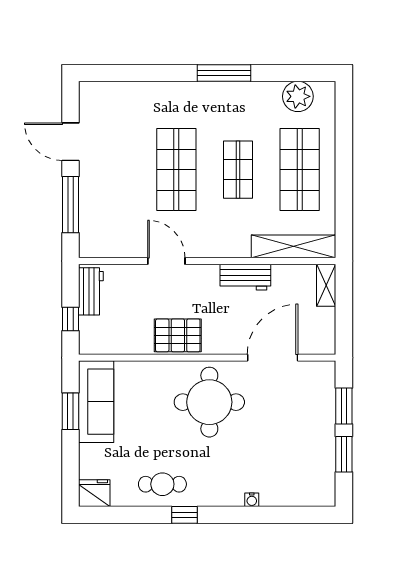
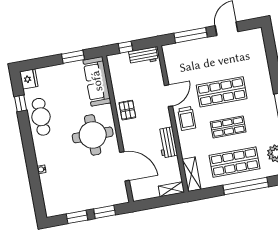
window: (344, 158) -> (246, 186), added
trolley: (211, 237) -> (187, 118), added
shelving: (294, 246) -> (191, 174), width x0.68
pallet: (178, 335) -> (127, 110), width x0.67, depth x0.71
sofa: (96, 402) -> (97, 81), moved, turned 90
cafe table: (162, 484) -> (41, 117), width x1.37, depth x1.35
window: (184, 515) -> (20, 103), moved

